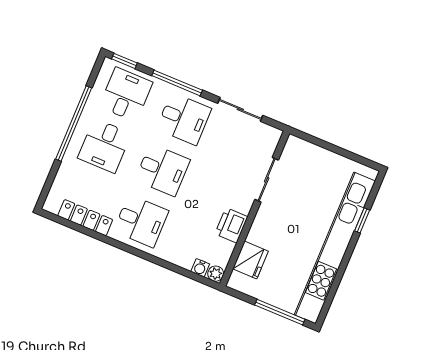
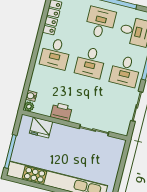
desk: (105, 146) -> (100, 23), turned 90

